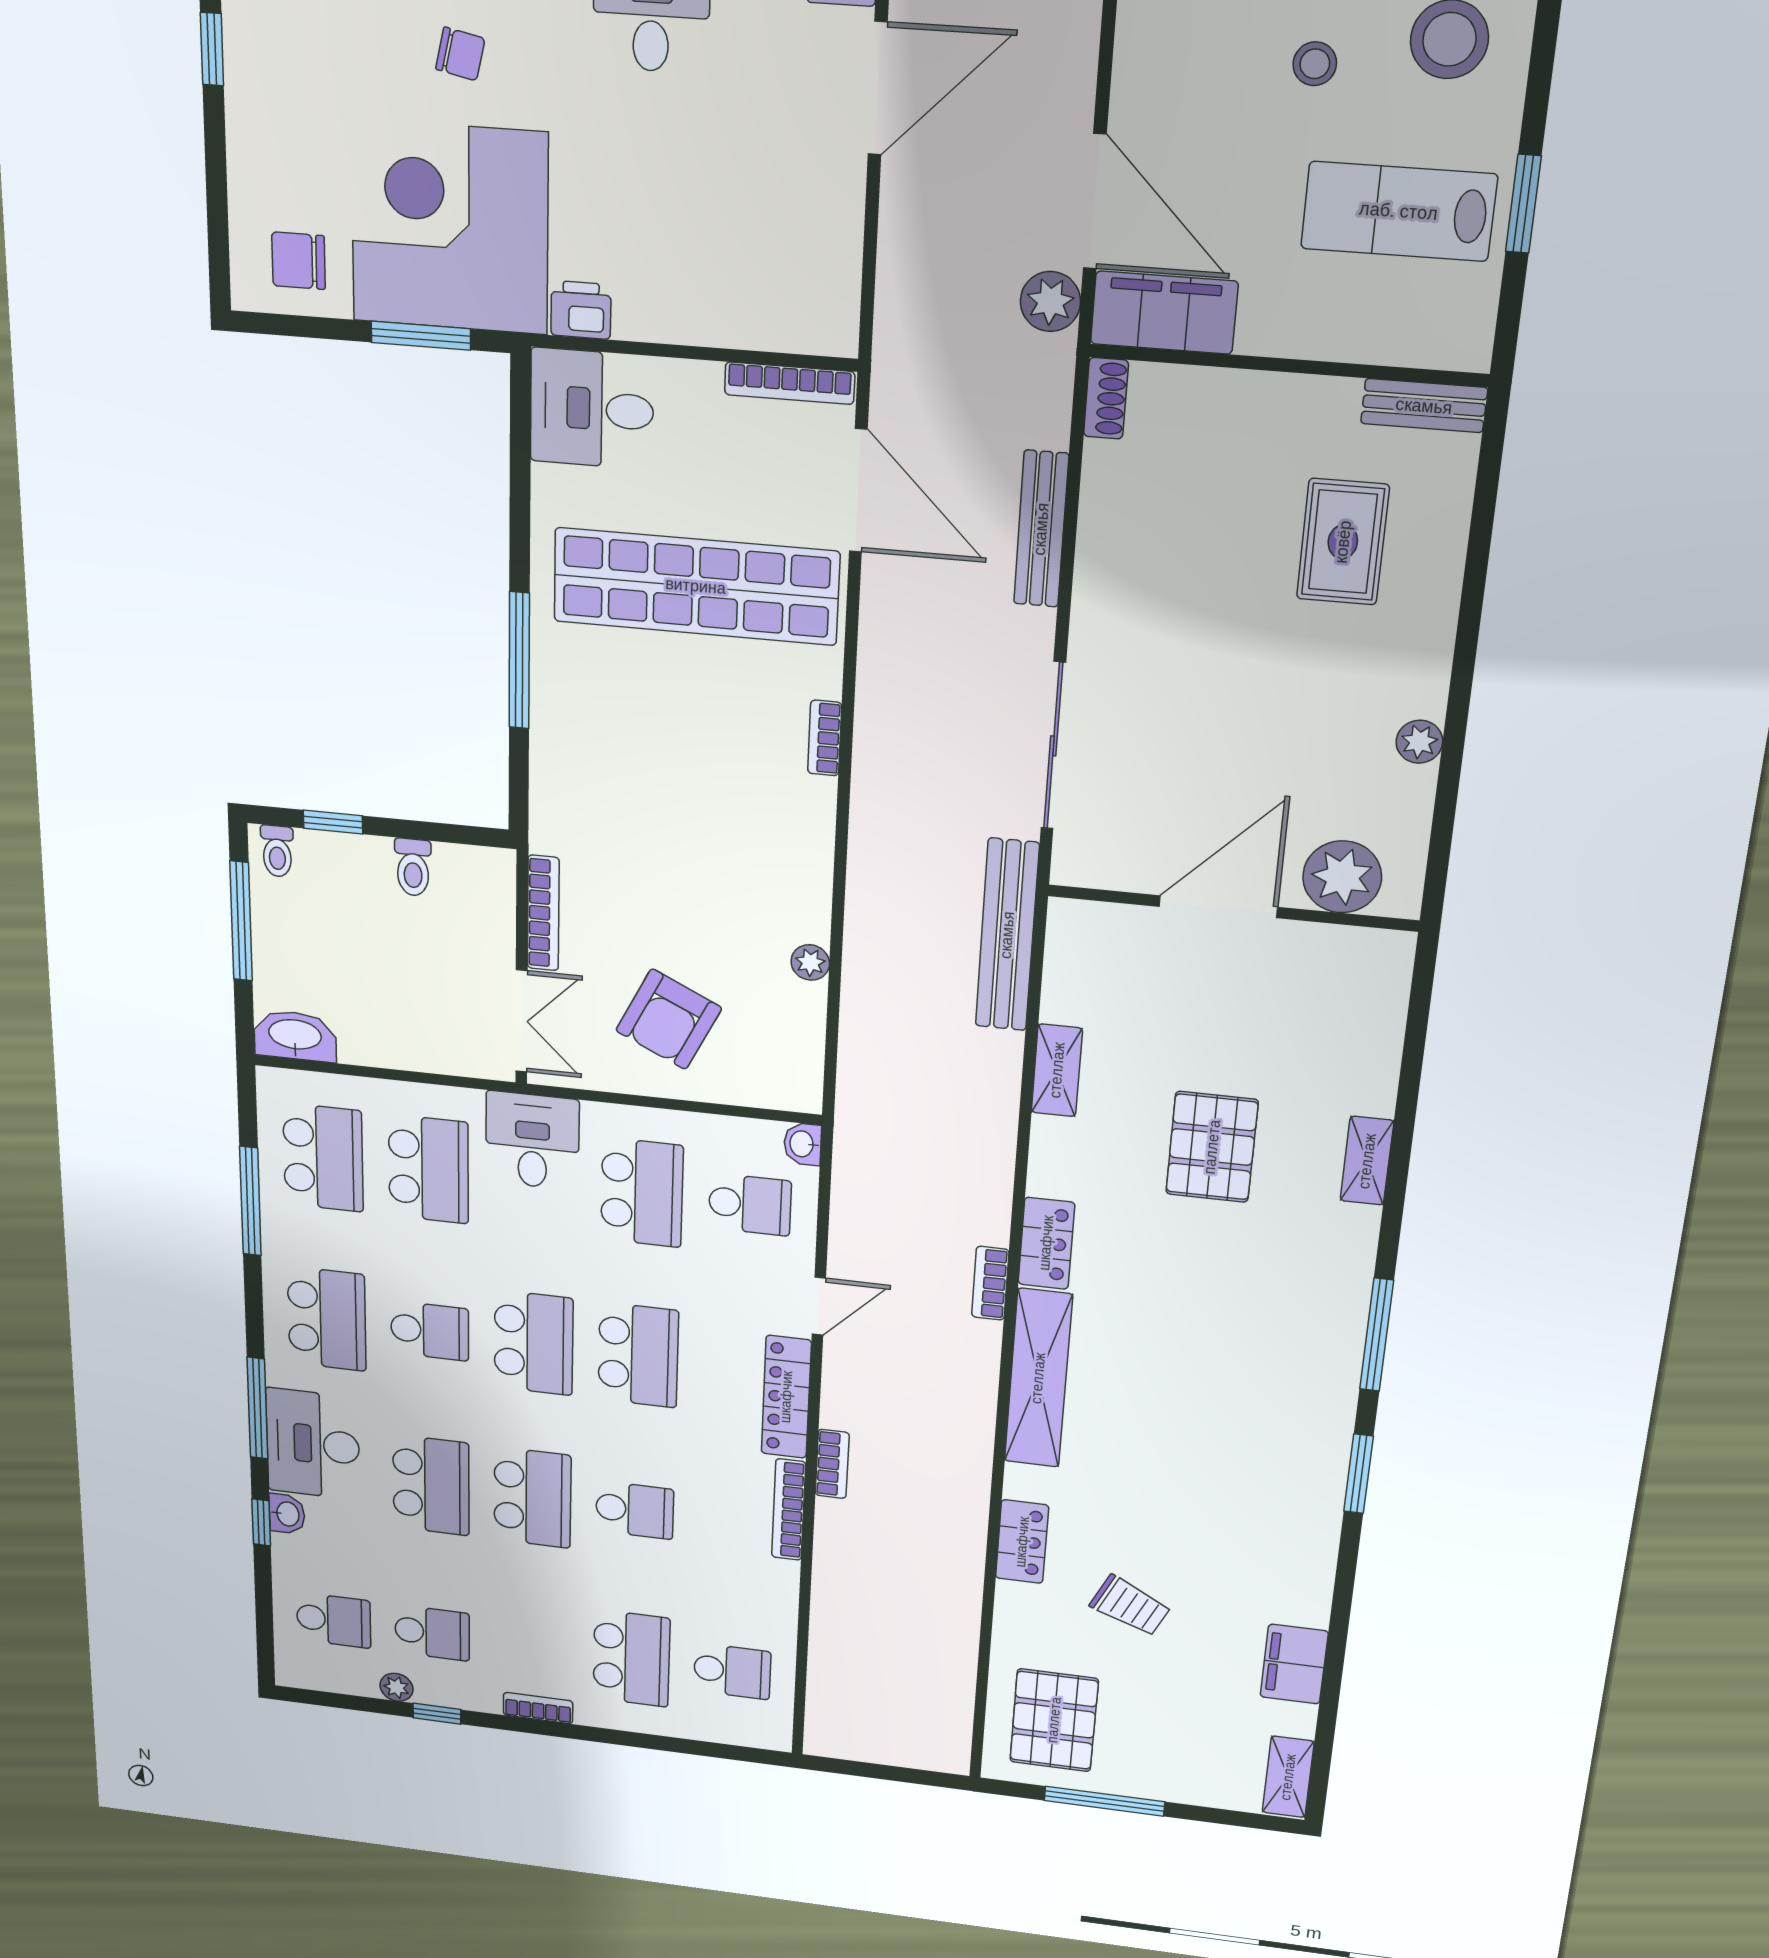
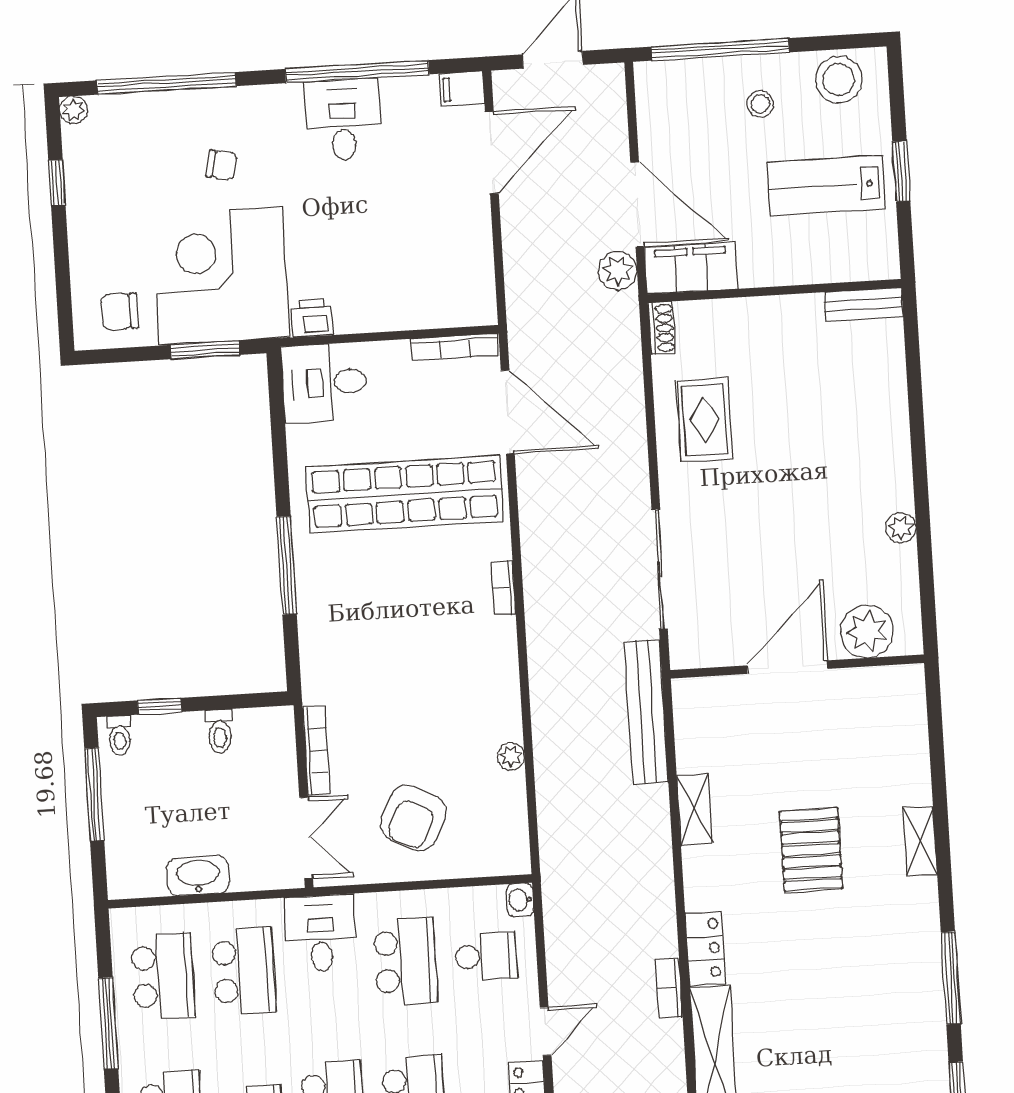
bench: (1041, 529) -> (632, 420), removed
rug: (1343, 542) -> (705, 420), moved
washbasin: (295, 1036) -> (198, 876), moved

